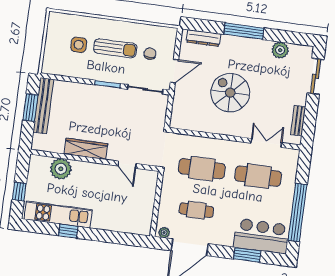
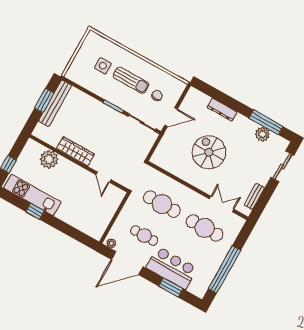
window: (244, 31) -> (266, 122), moved
dresser: (203, 38) -> (222, 110), moved
bar counter: (262, 236) -> (172, 268), moved

